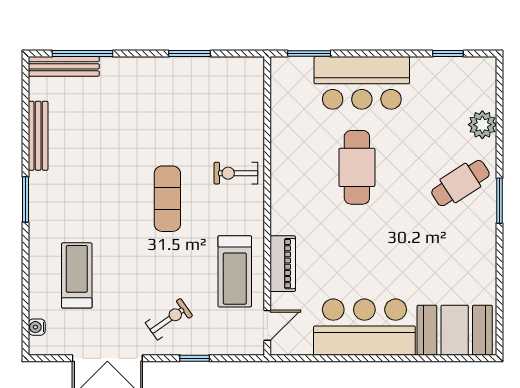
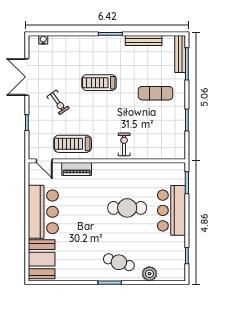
cafe table: (460, 183) -> (119, 262), turned -39
exercise mat: (167, 199) -> (155, 93), moved
treadmill: (77, 275) -> (99, 83), moved, turned 180
exercise bike: (169, 319) -> (58, 102), moved

